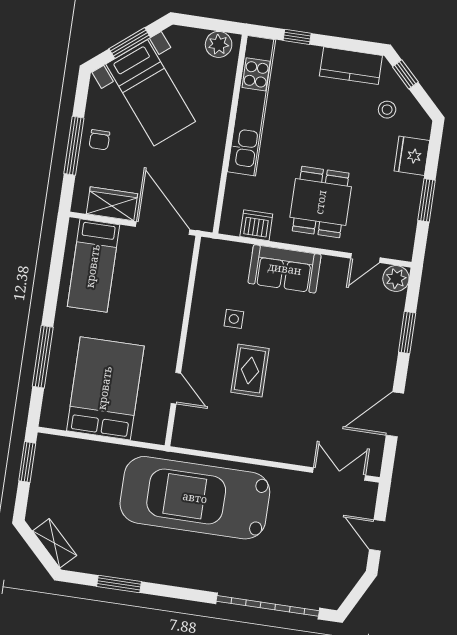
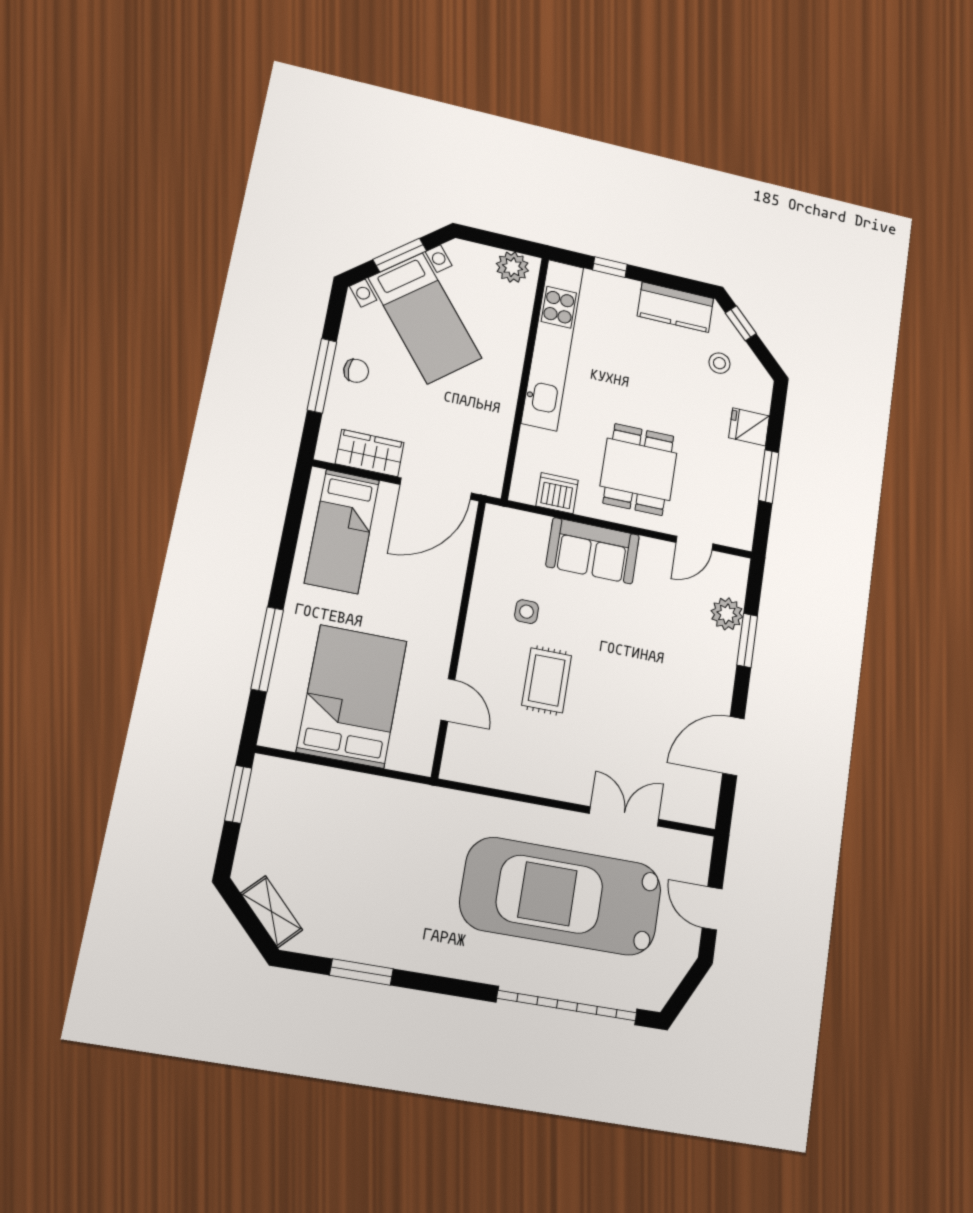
chair: (99, 140) -> (356, 371), turned -90
fridge: (412, 156) -> (749, 427), width x0.72
door: (163, 228) -> (436, 489), swing flipped
plant: (396, 278) -> (727, 614), moved
double door: (339, 474) -> (624, 816), moved
car: (195, 498) -> (561, 896), moved

